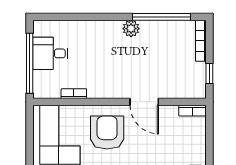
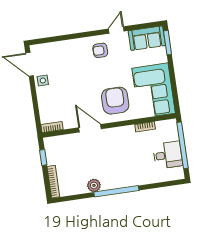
window: (161, 17) -> (116, 191), moved
plant: (131, 29) -> (94, 185), moved
armchair: (107, 133) -> (115, 101), turned 180

